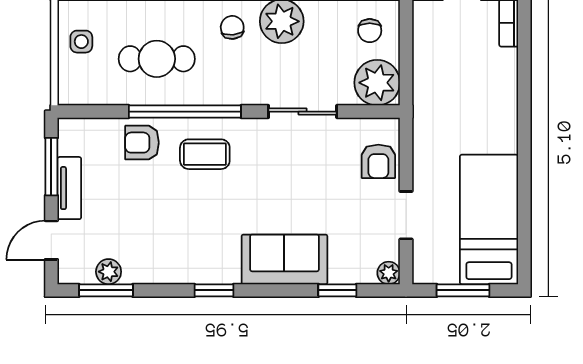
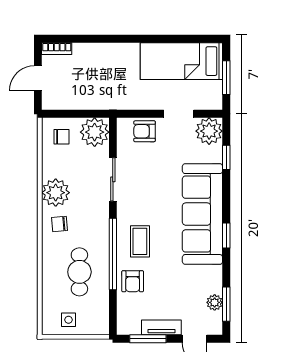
armchair: (378, 161) -> (145, 131), turned 180
sofa: (284, 259) -> (202, 214), width x1.85, depth x1.27
plant: (389, 273) -> (209, 131), width x1.88, depth x1.88

